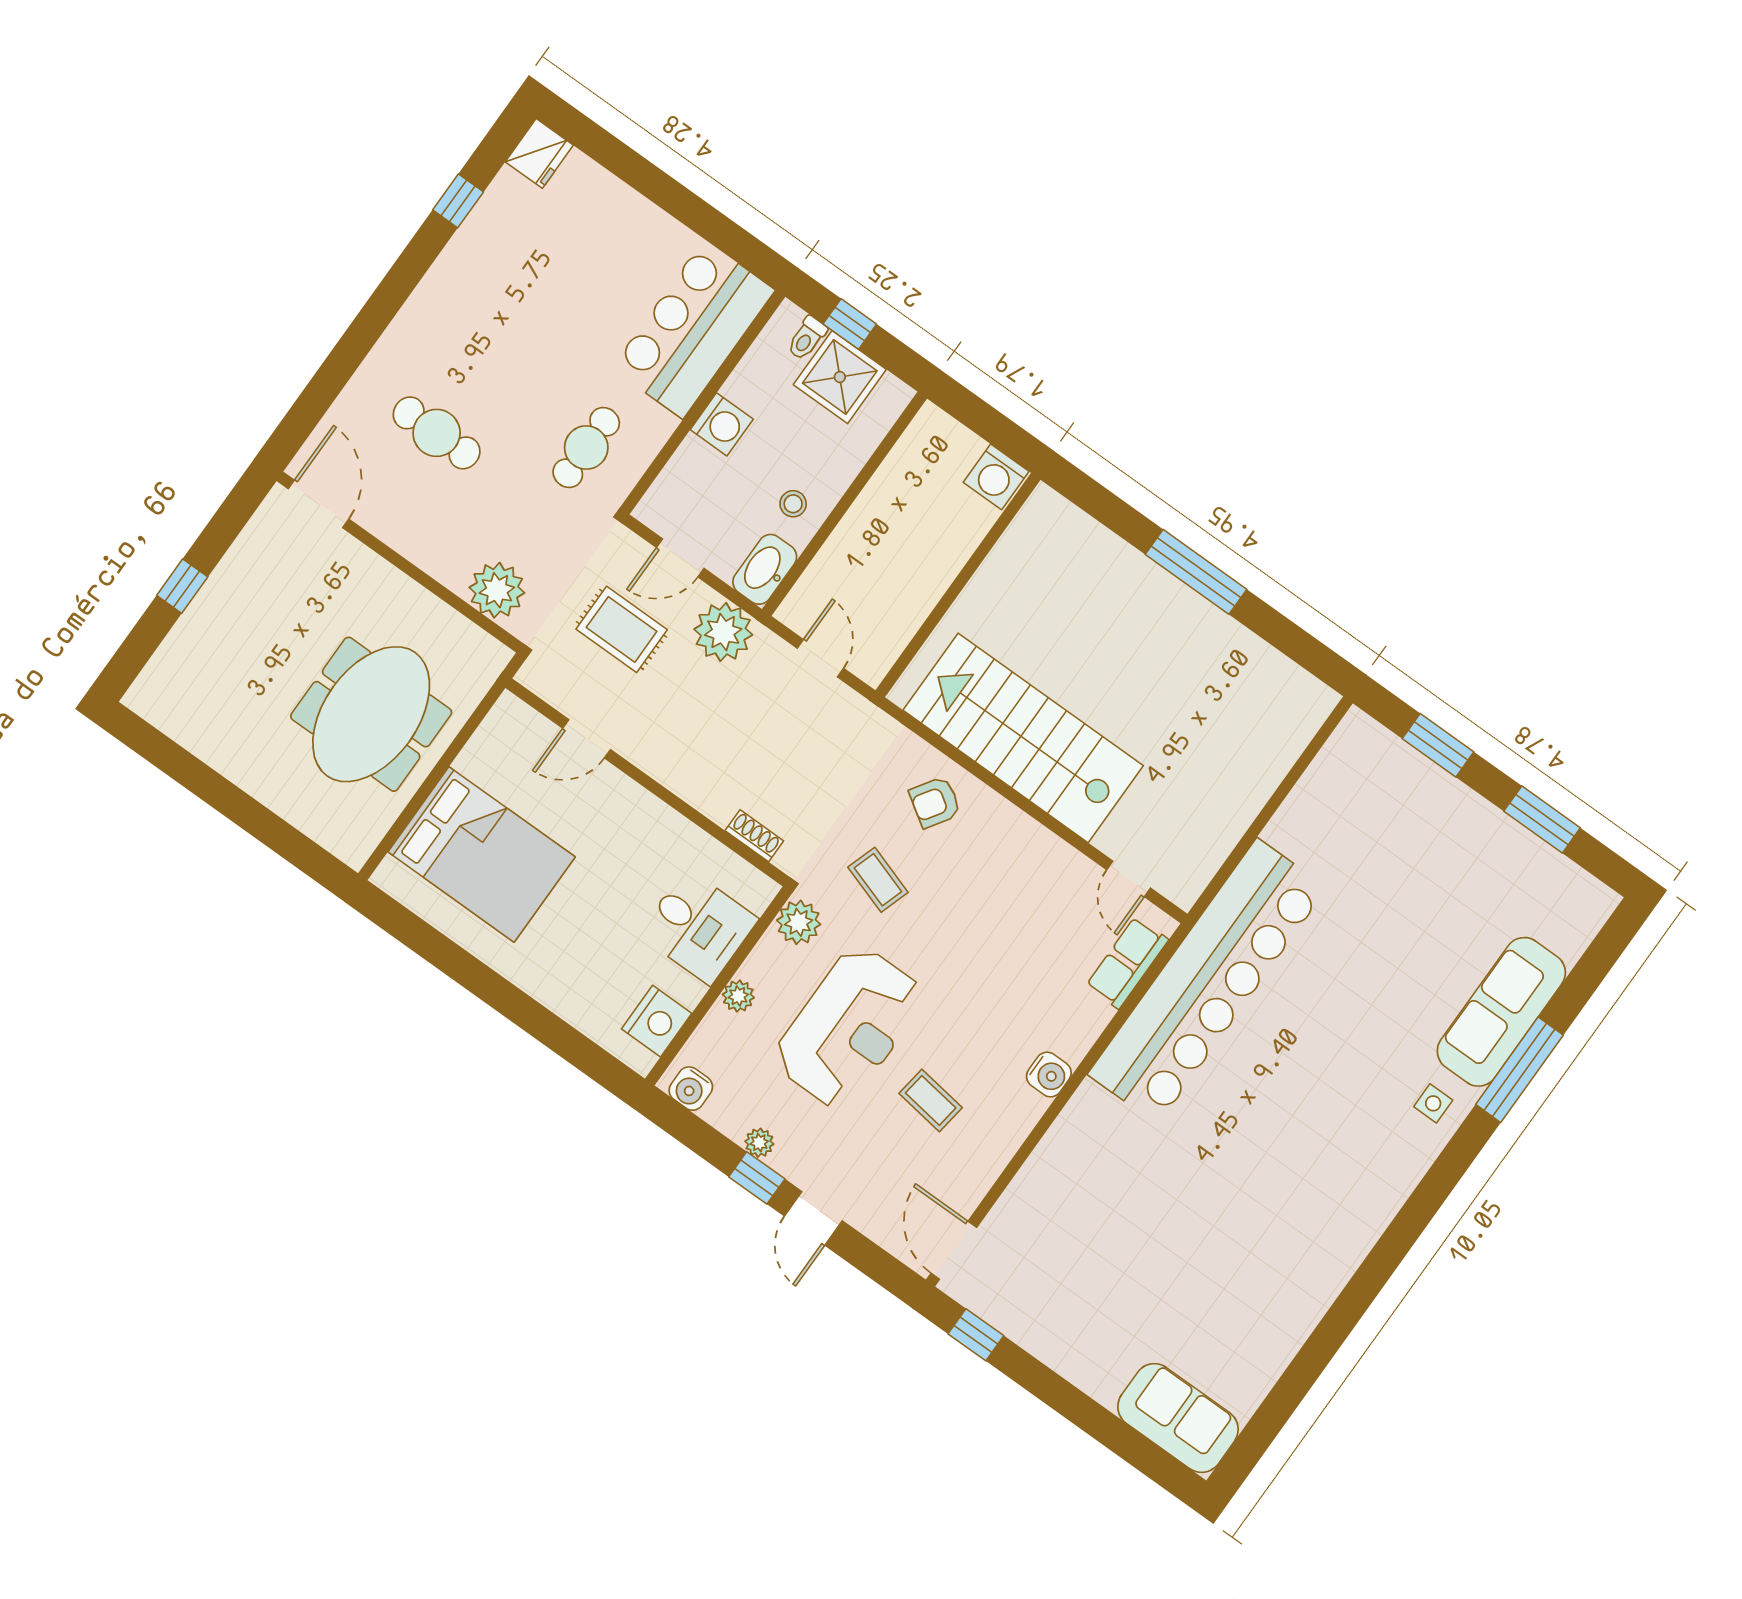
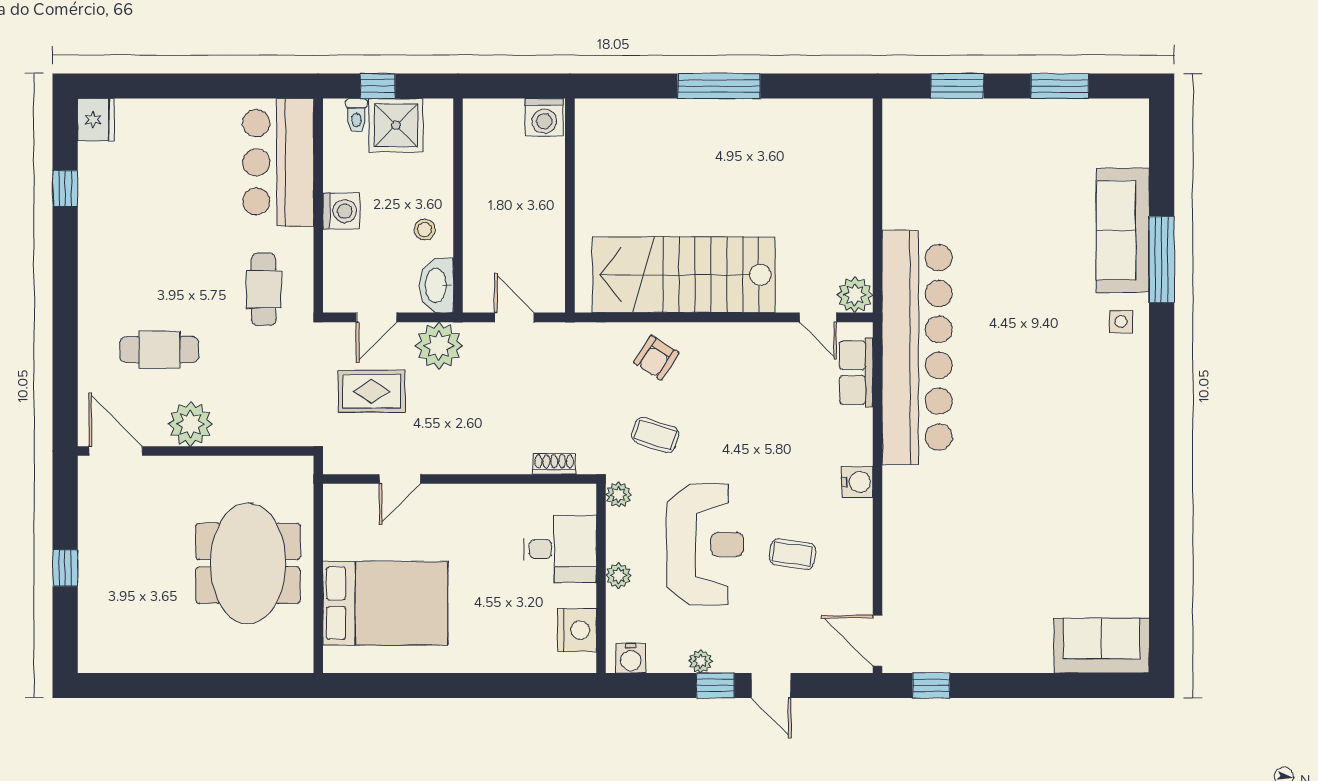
plant: (497, 590) -> (190, 424), moved
plant: (1182, 883) -> (855, 295), added
plant: (799, 922) -> (619, 495), width x0.73, depth x0.73

